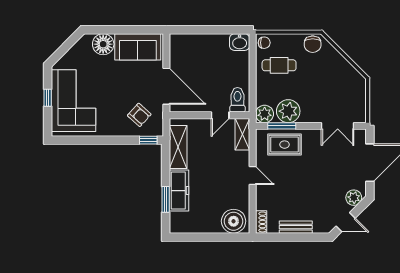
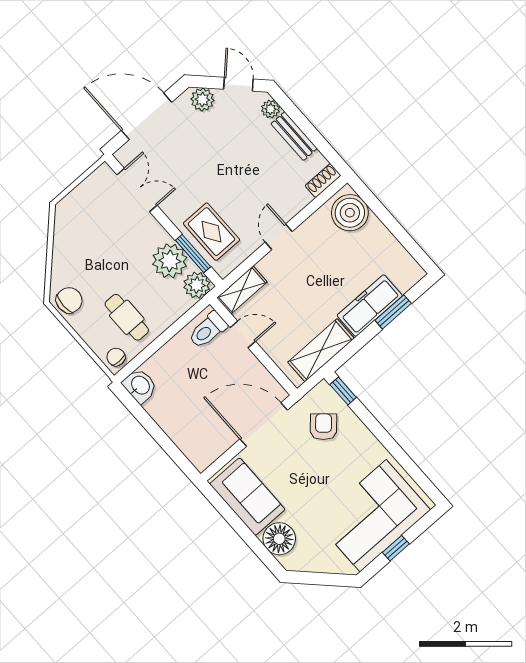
door: (166, 86) -> (264, 425), hinge flipped
plant: (319, 227) -> (270, 109), added

